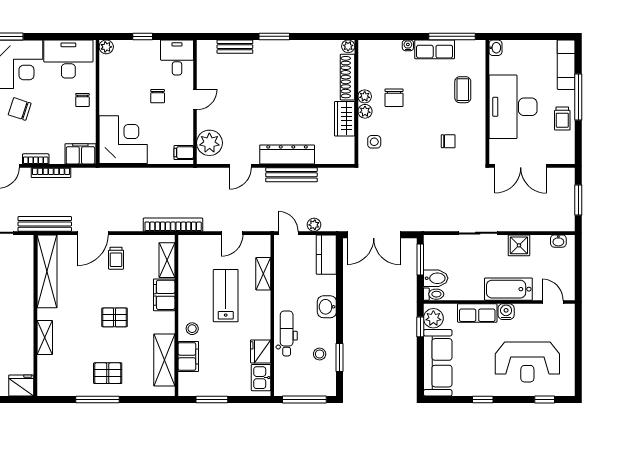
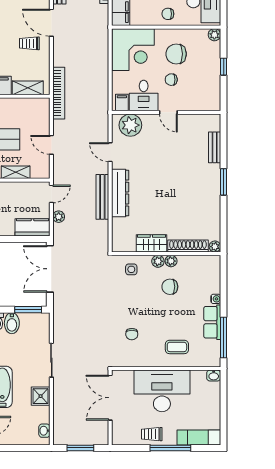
desk: (177, 57) -> (144, 96), moved, turned 90
chair: (128, 91) -> (176, 54), added

